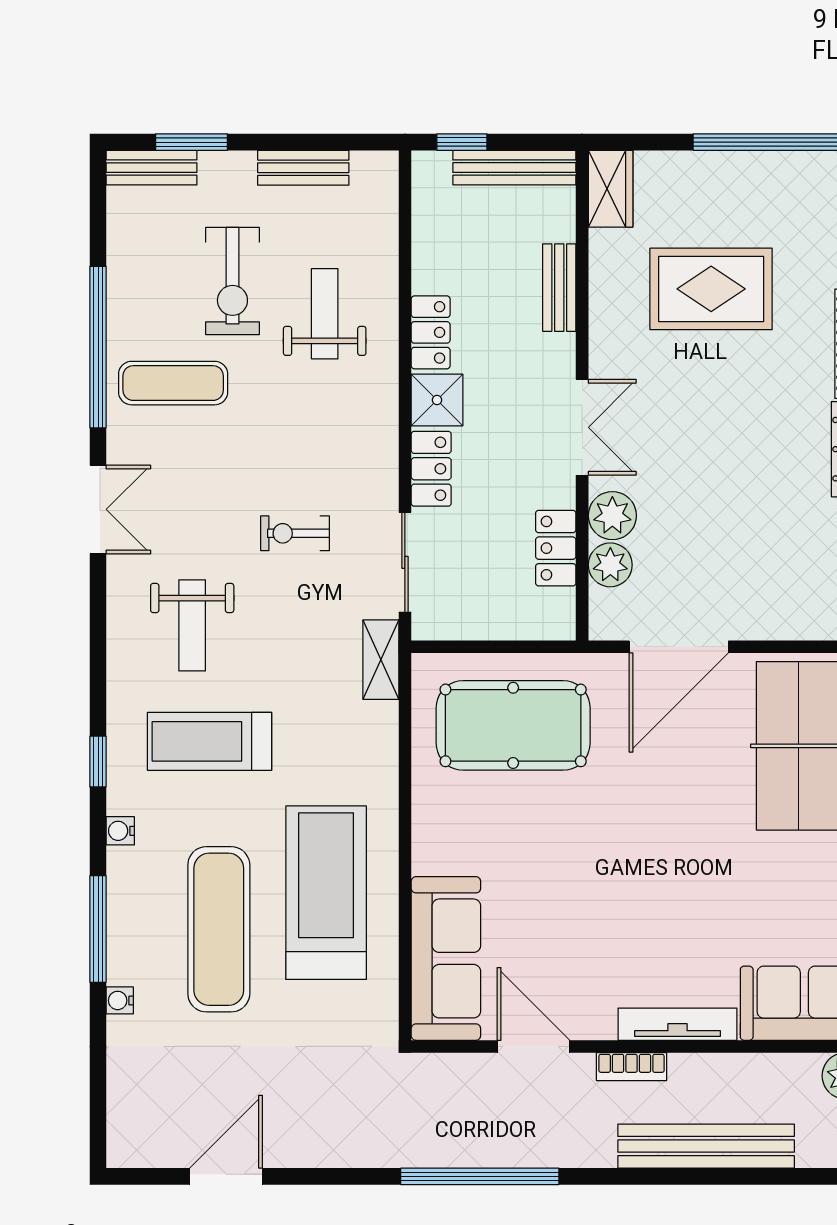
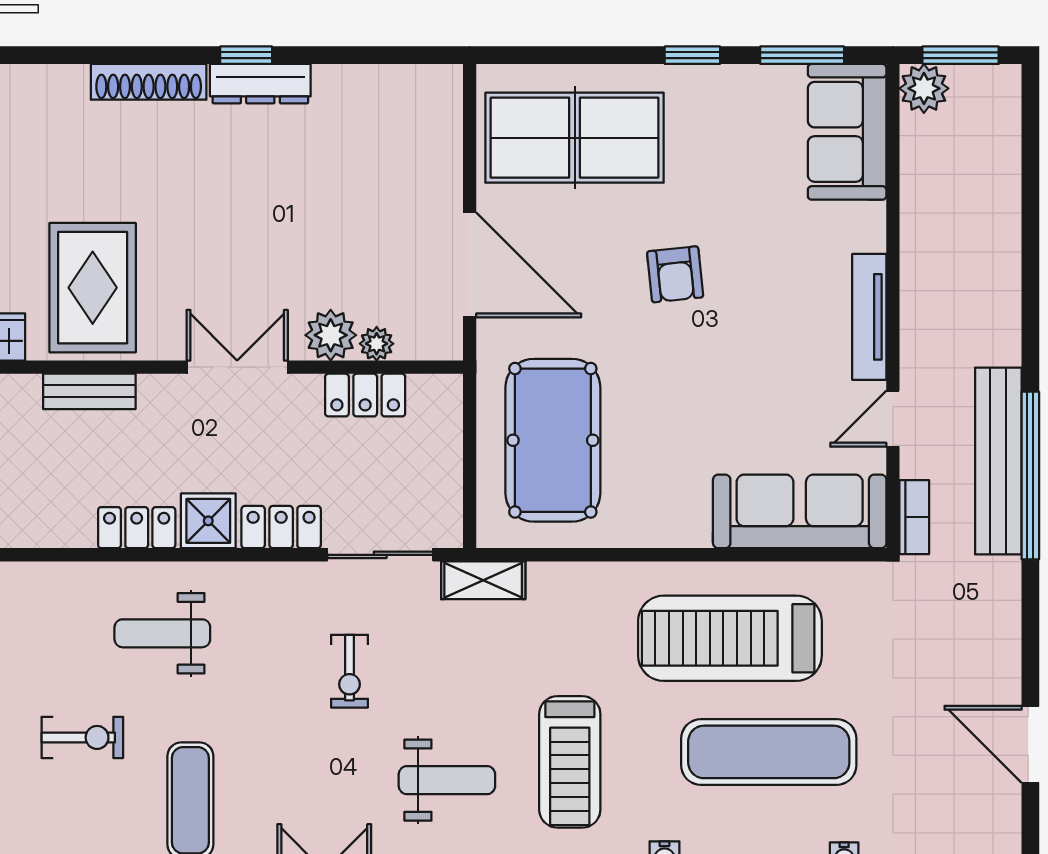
exercise bike: (232, 281) -> (82, 737), width x0.73, depth x0.72
rug: (711, 289) -> (93, 288), moved
weight bench: (325, 314) -> (162, 633), moved
plant: (610, 565) -> (377, 344), width x0.73, depth x0.73
armchair: (670, 841) -> (675, 274), added
tv unit: (678, 1024) -> (869, 317), moved
door: (534, 1046) -> (893, 419), width x0.73
bookcase: (632, 1067) -> (914, 517), moved
bench: (706, 1146) -> (998, 461), moved

